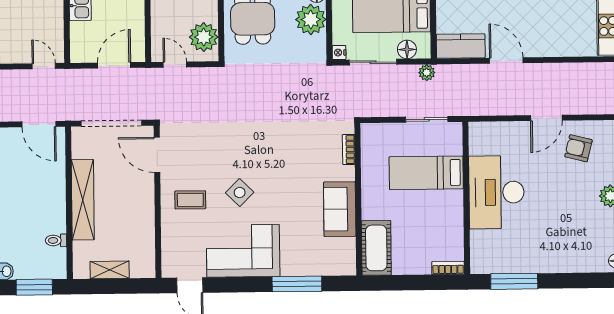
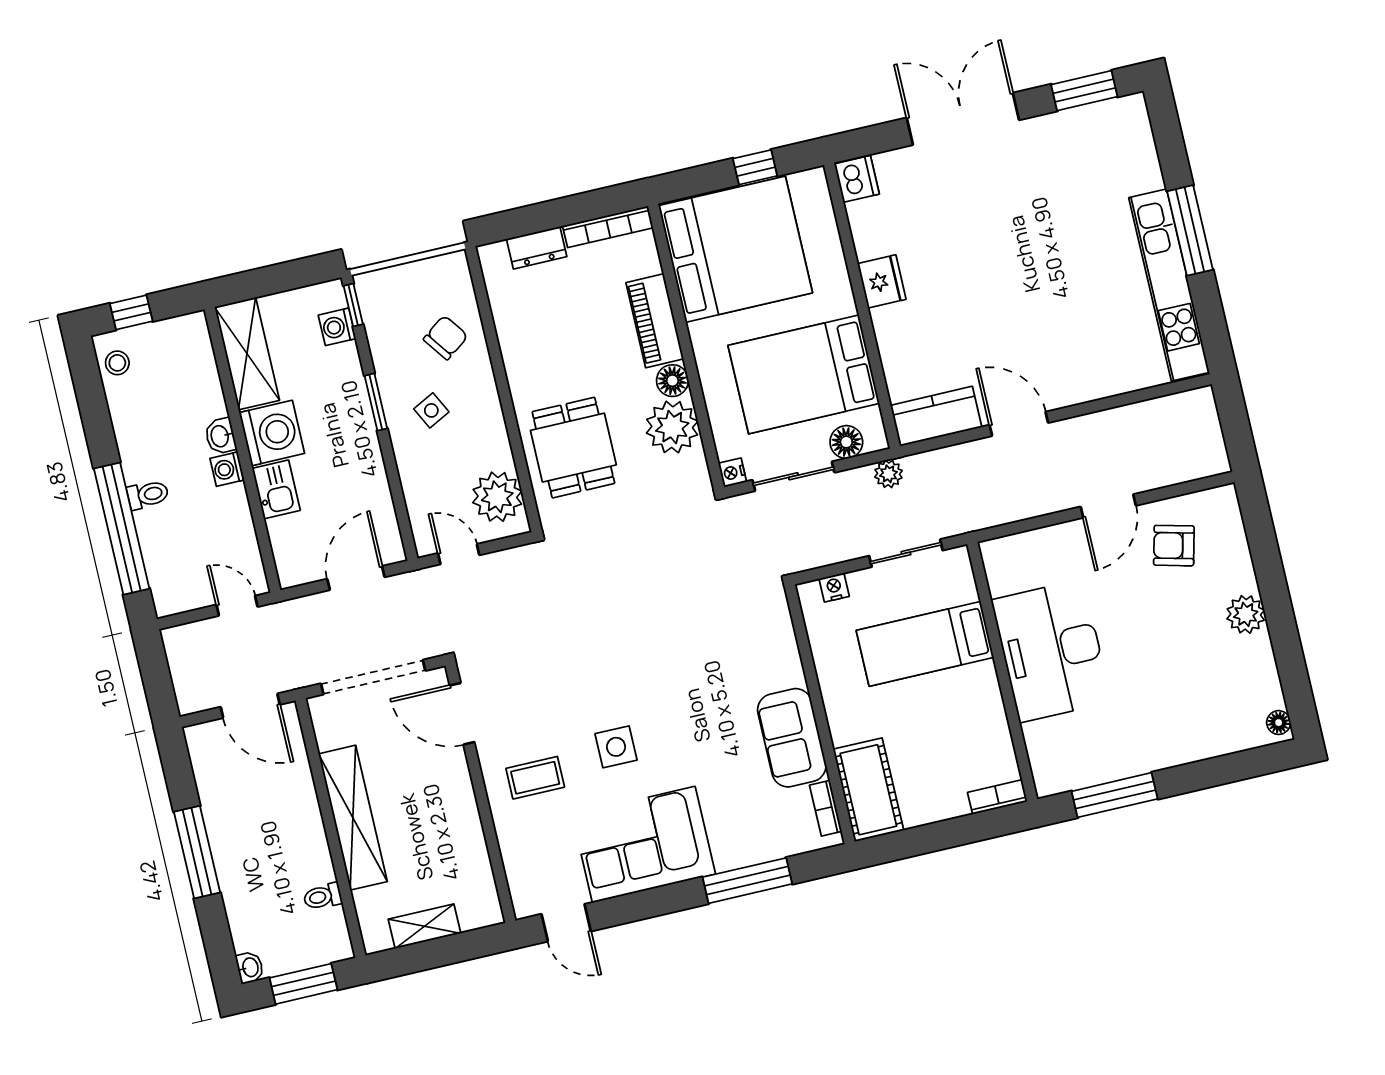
nightstand: (382, 130) -> (834, 587), added
bookcase: (349, 150) -> (826, 808), moved
side table: (240, 193) -> (616, 747), turned 45

